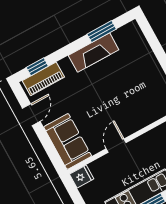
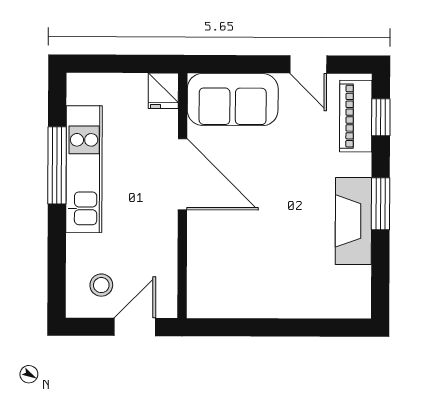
window: (102, 32) -> (380, 204), moved
door: (116, 146) -> (183, 174), width x1.87

